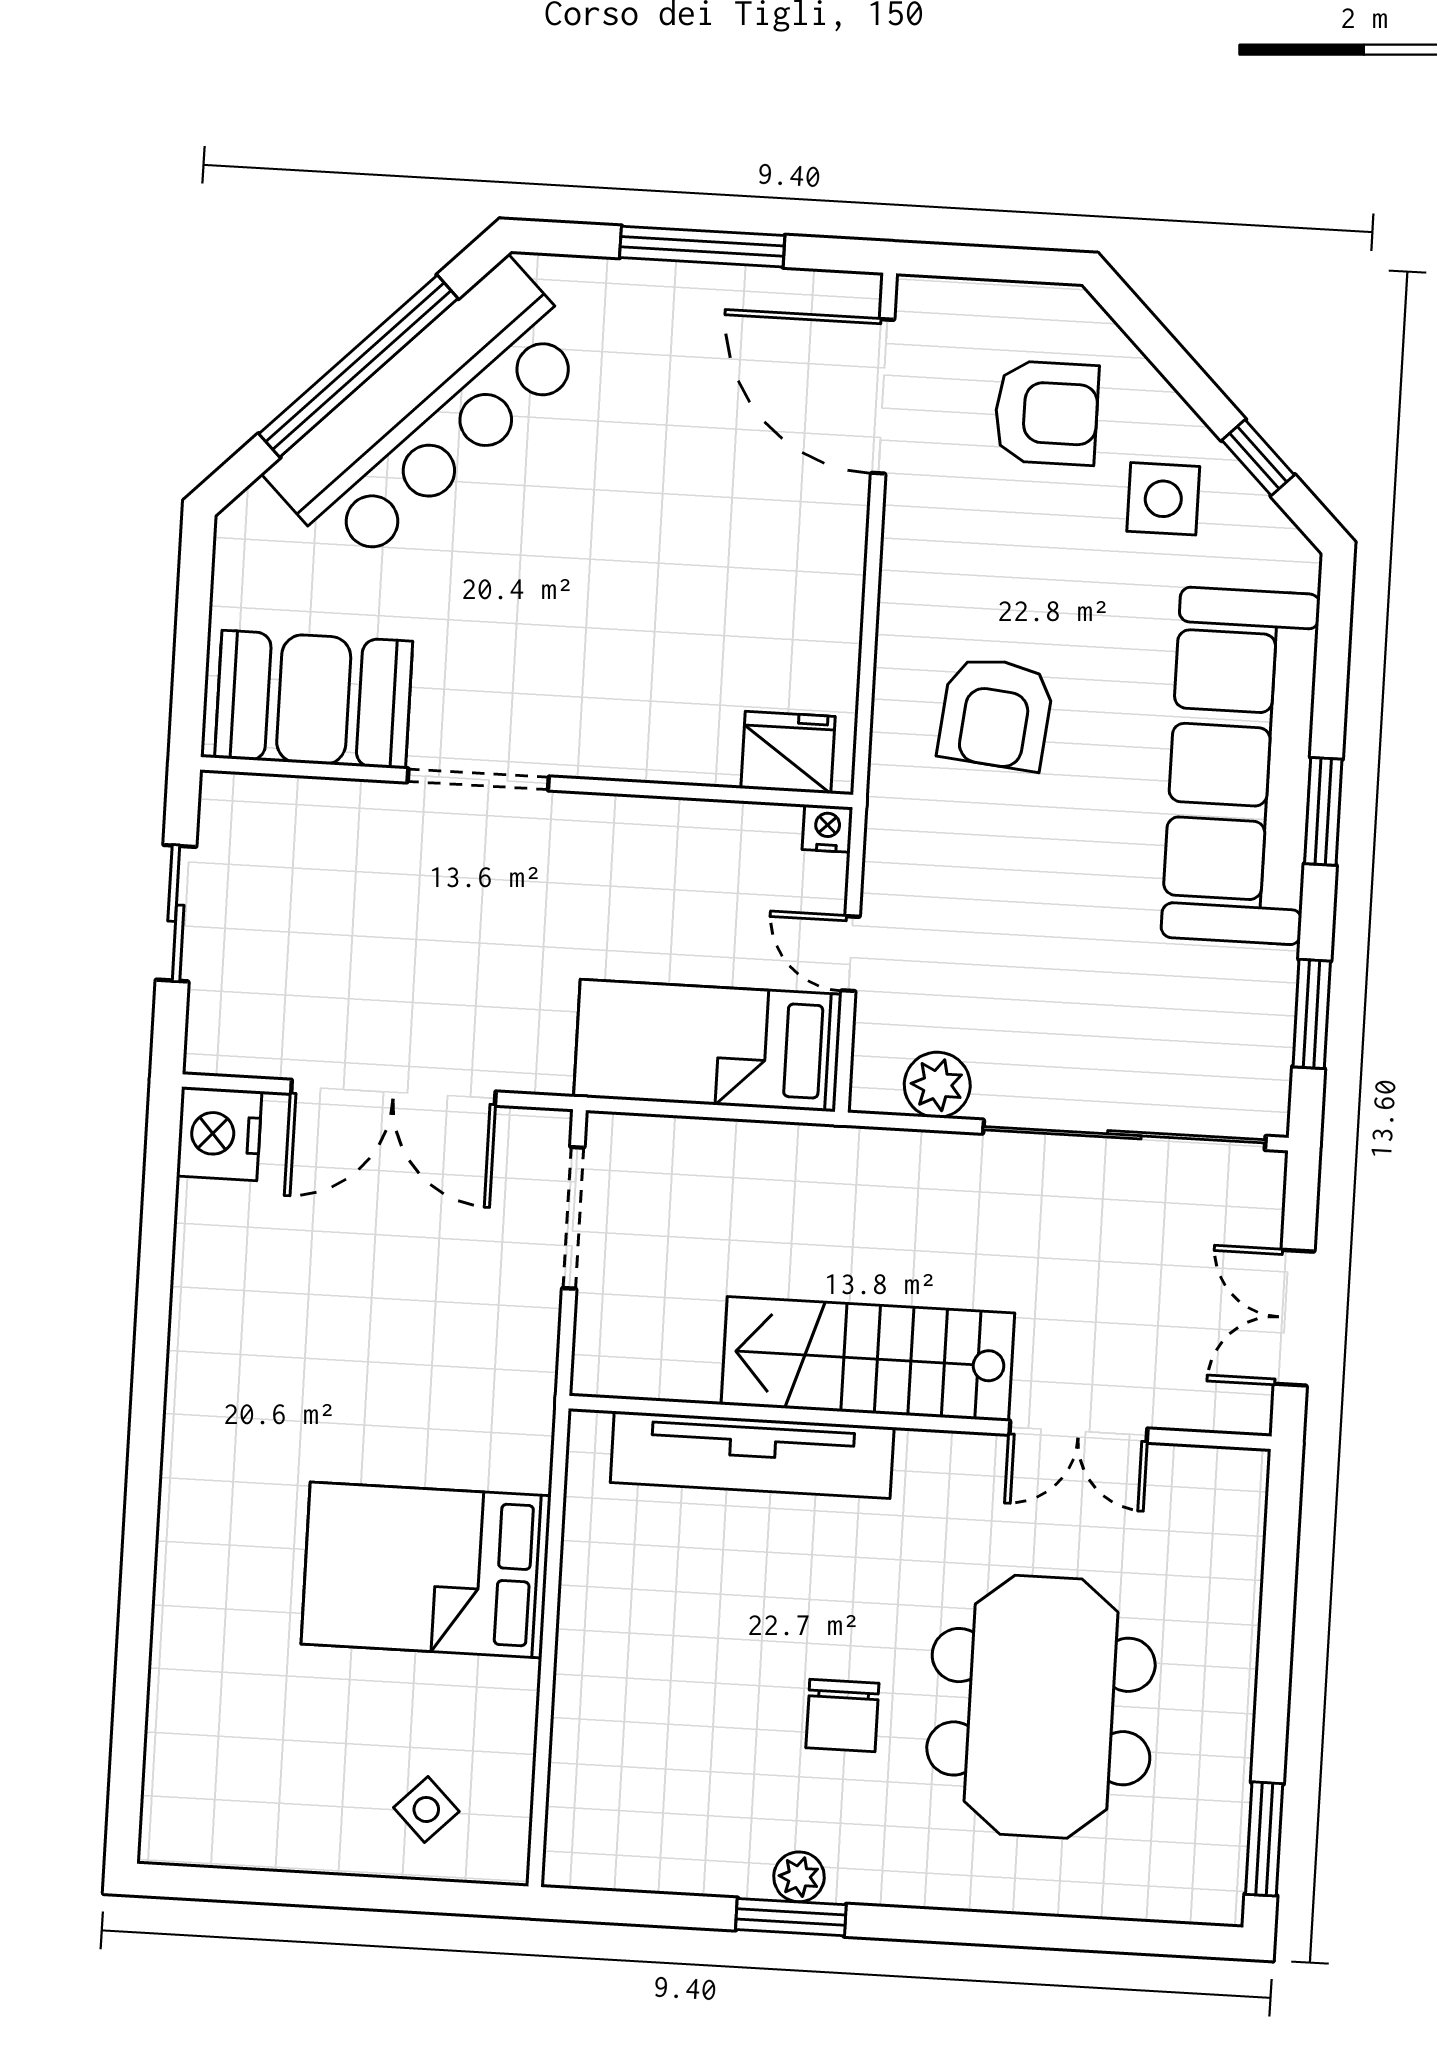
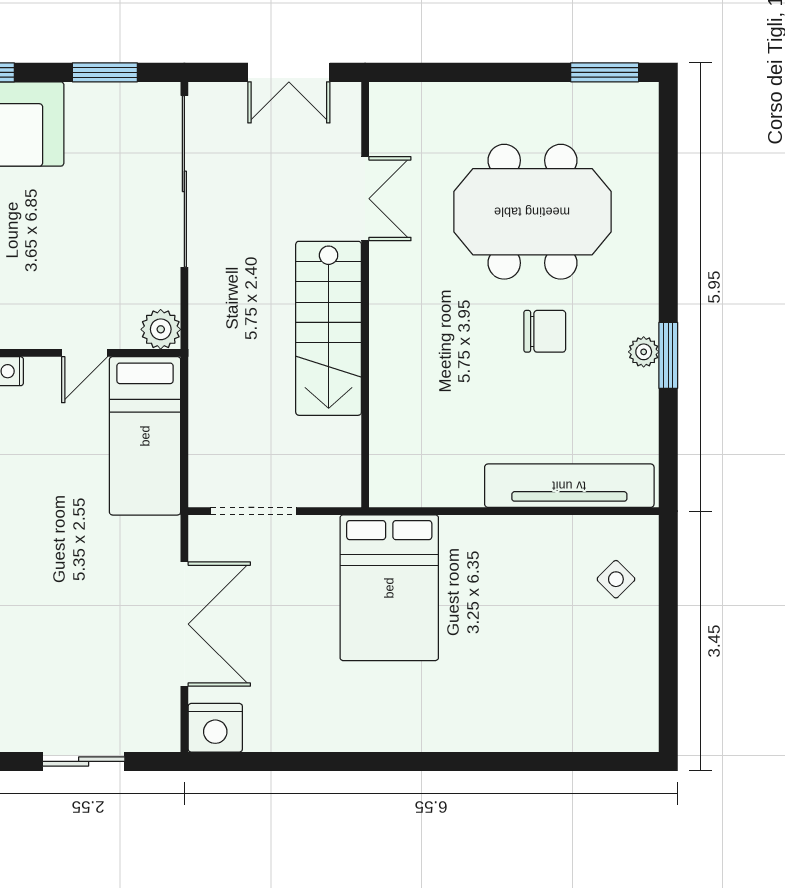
plant: (937, 1085) -> (161, 329), moved
tv unit: (752, 1455) -> (569, 486), moved, turned -90
bed: (426, 1570) -> (389, 588), moved

